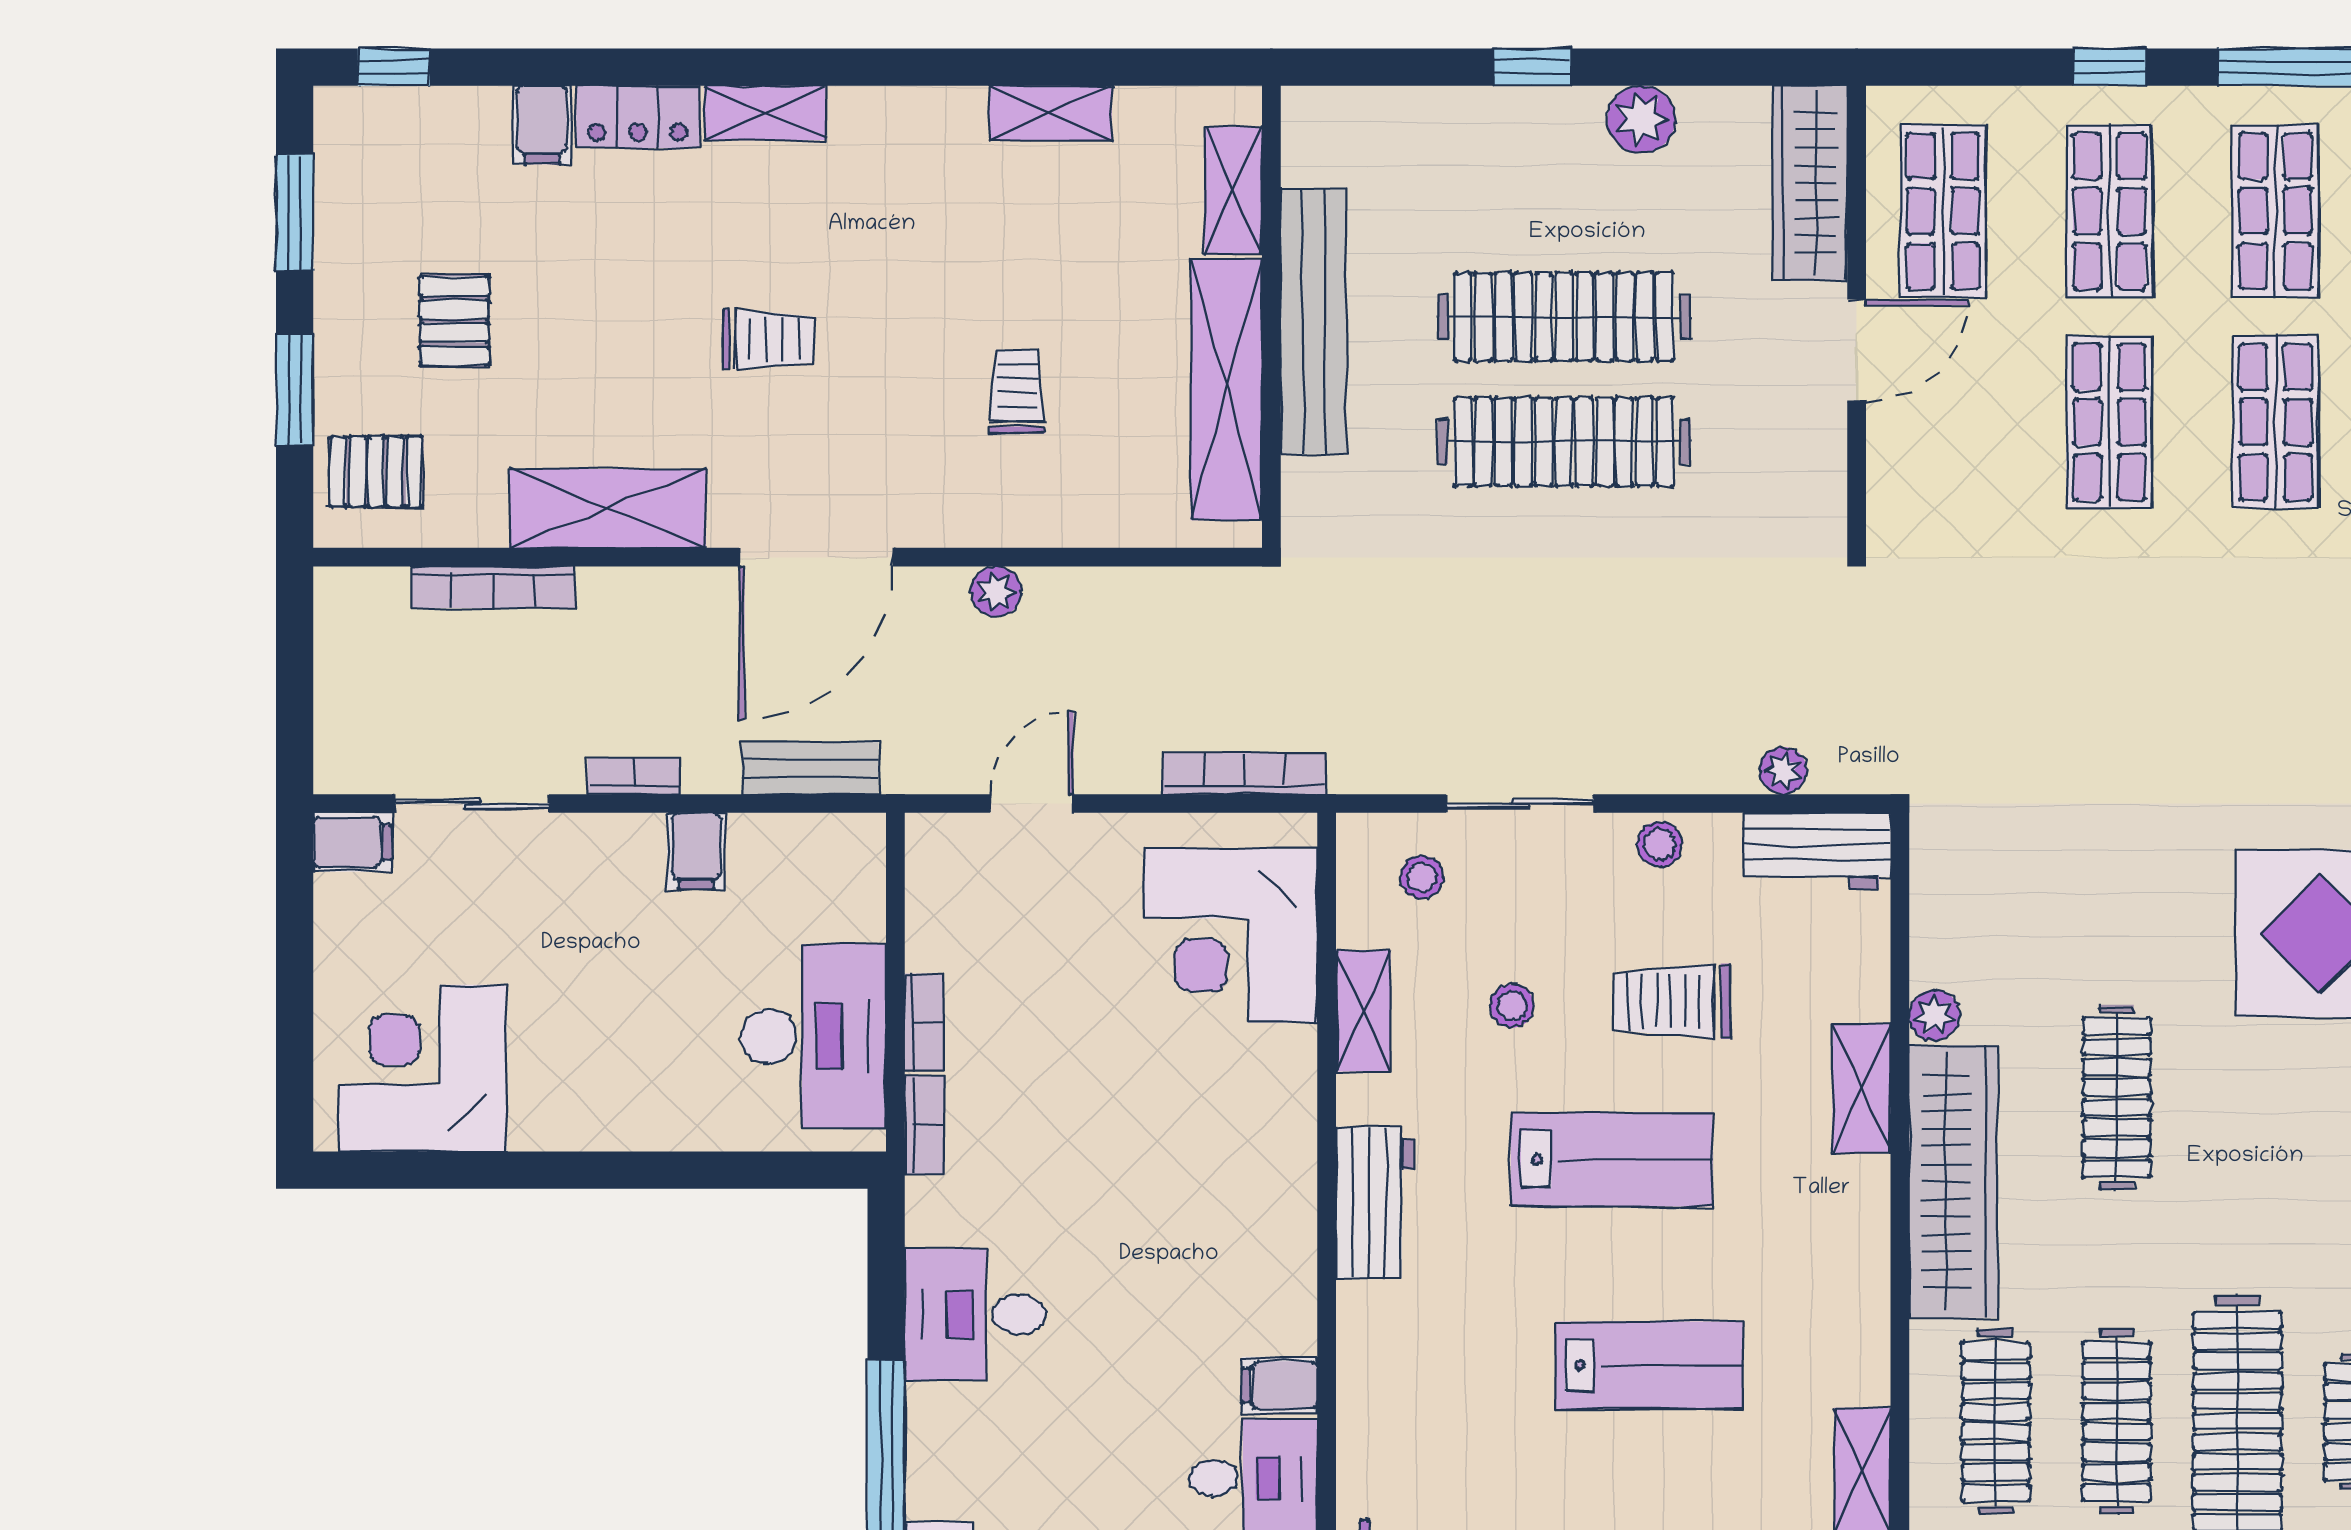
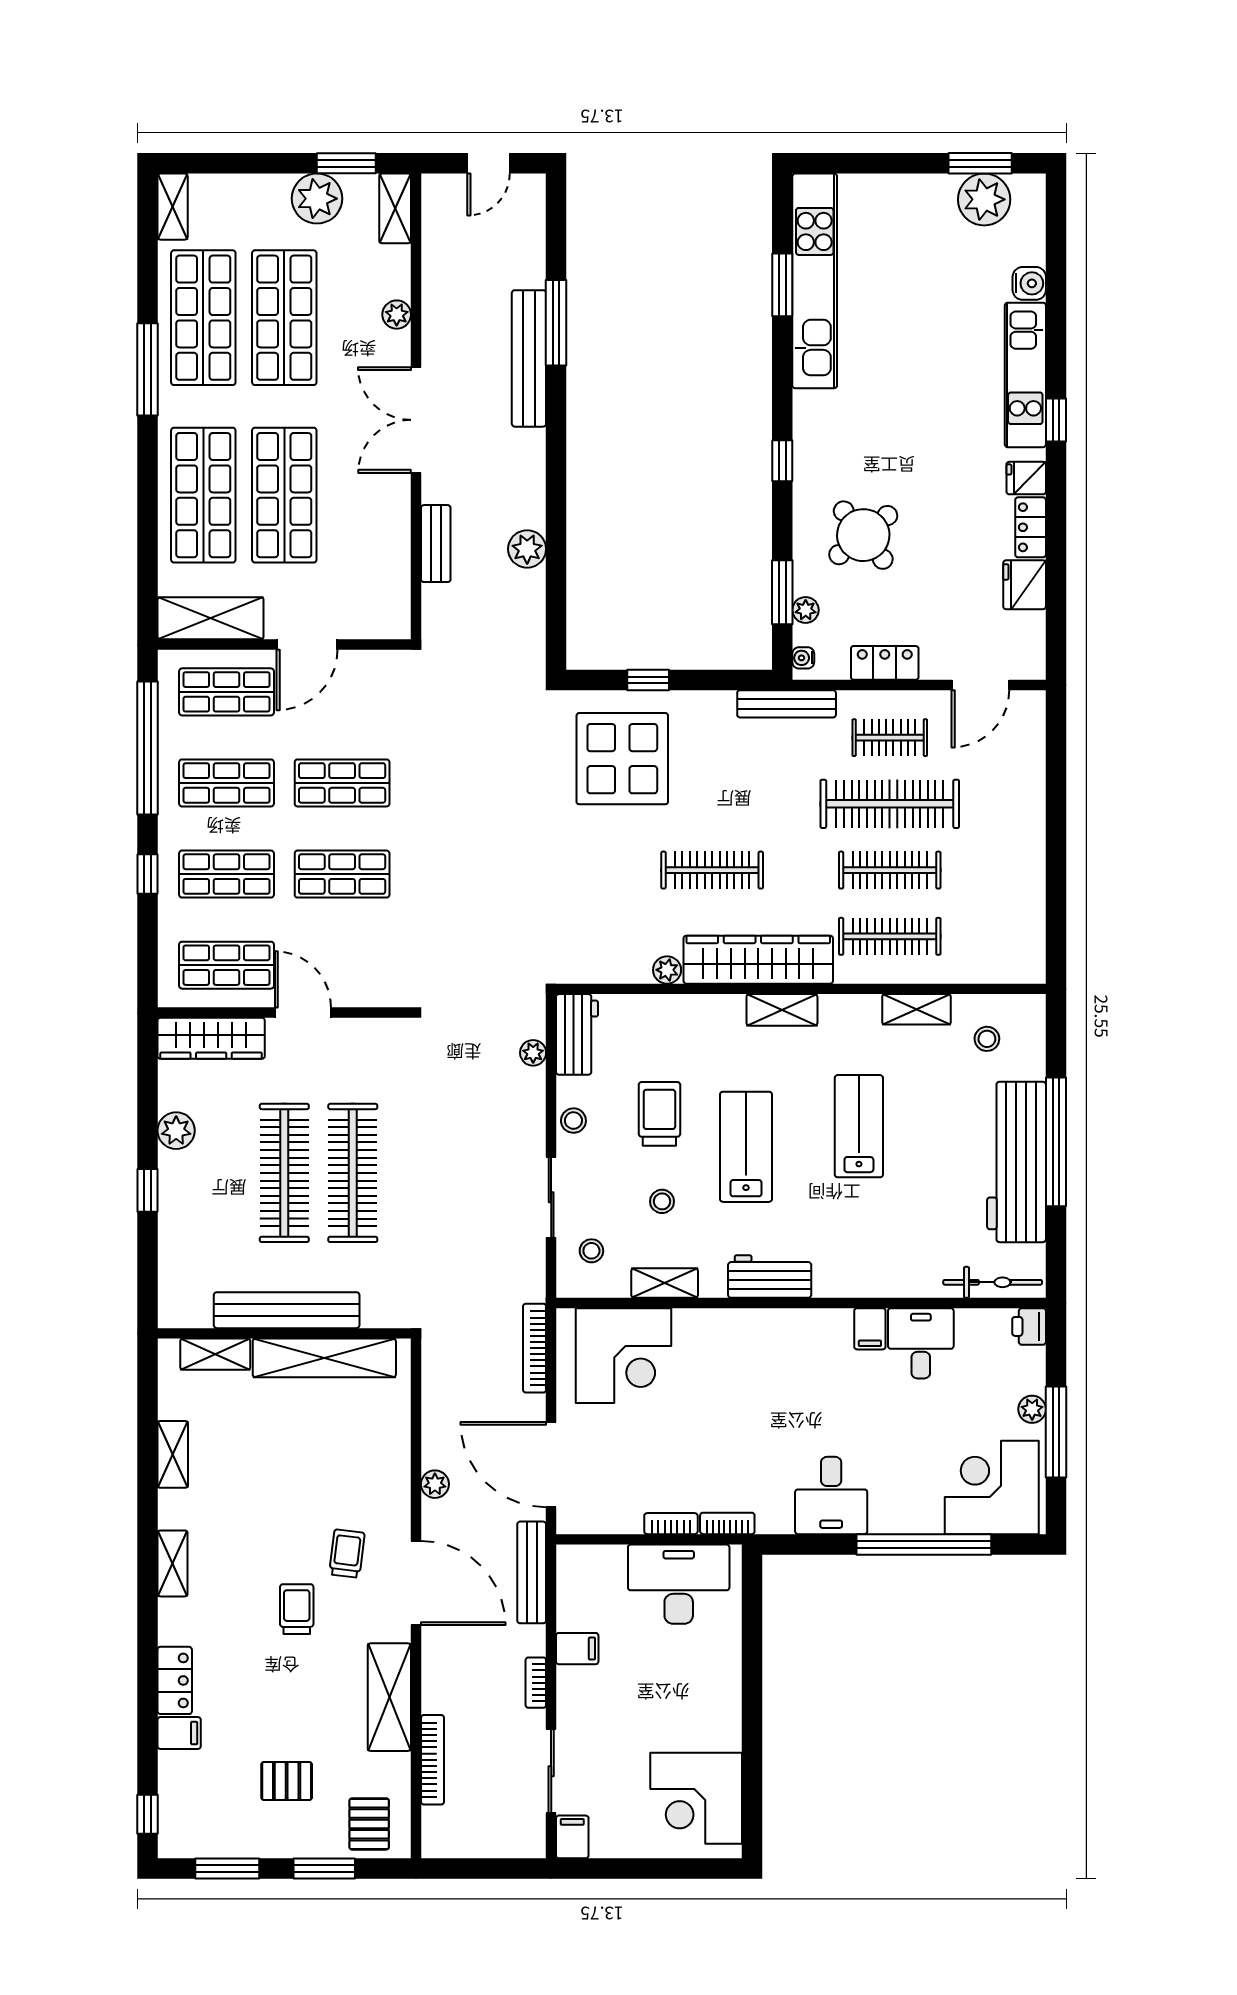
shelving: (765, 113) -> (173, 1563), moved
trolley: (1017, 392) -> (347, 1554), moved, turned 97
bench: (810, 768) -> (532, 1572), width x1.36
door: (1032, 803) -> (551, 1465), width x1.87
trolley: (1672, 1001) -> (659, 1114), turned 180
shelving: (1862, 1089) -> (782, 1010), moved

